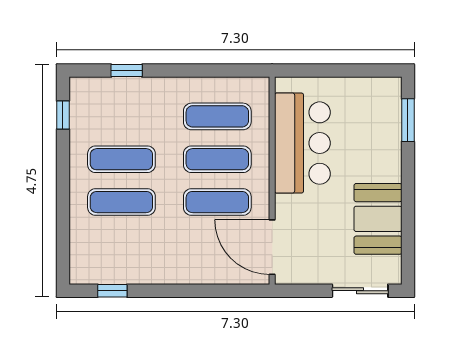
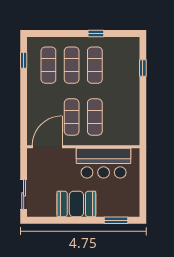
window: (63, 115) -> (96, 33), moved
exercise mat: (217, 116) -> (48, 65), moved
booth: (378, 219) -> (76, 204), moved

